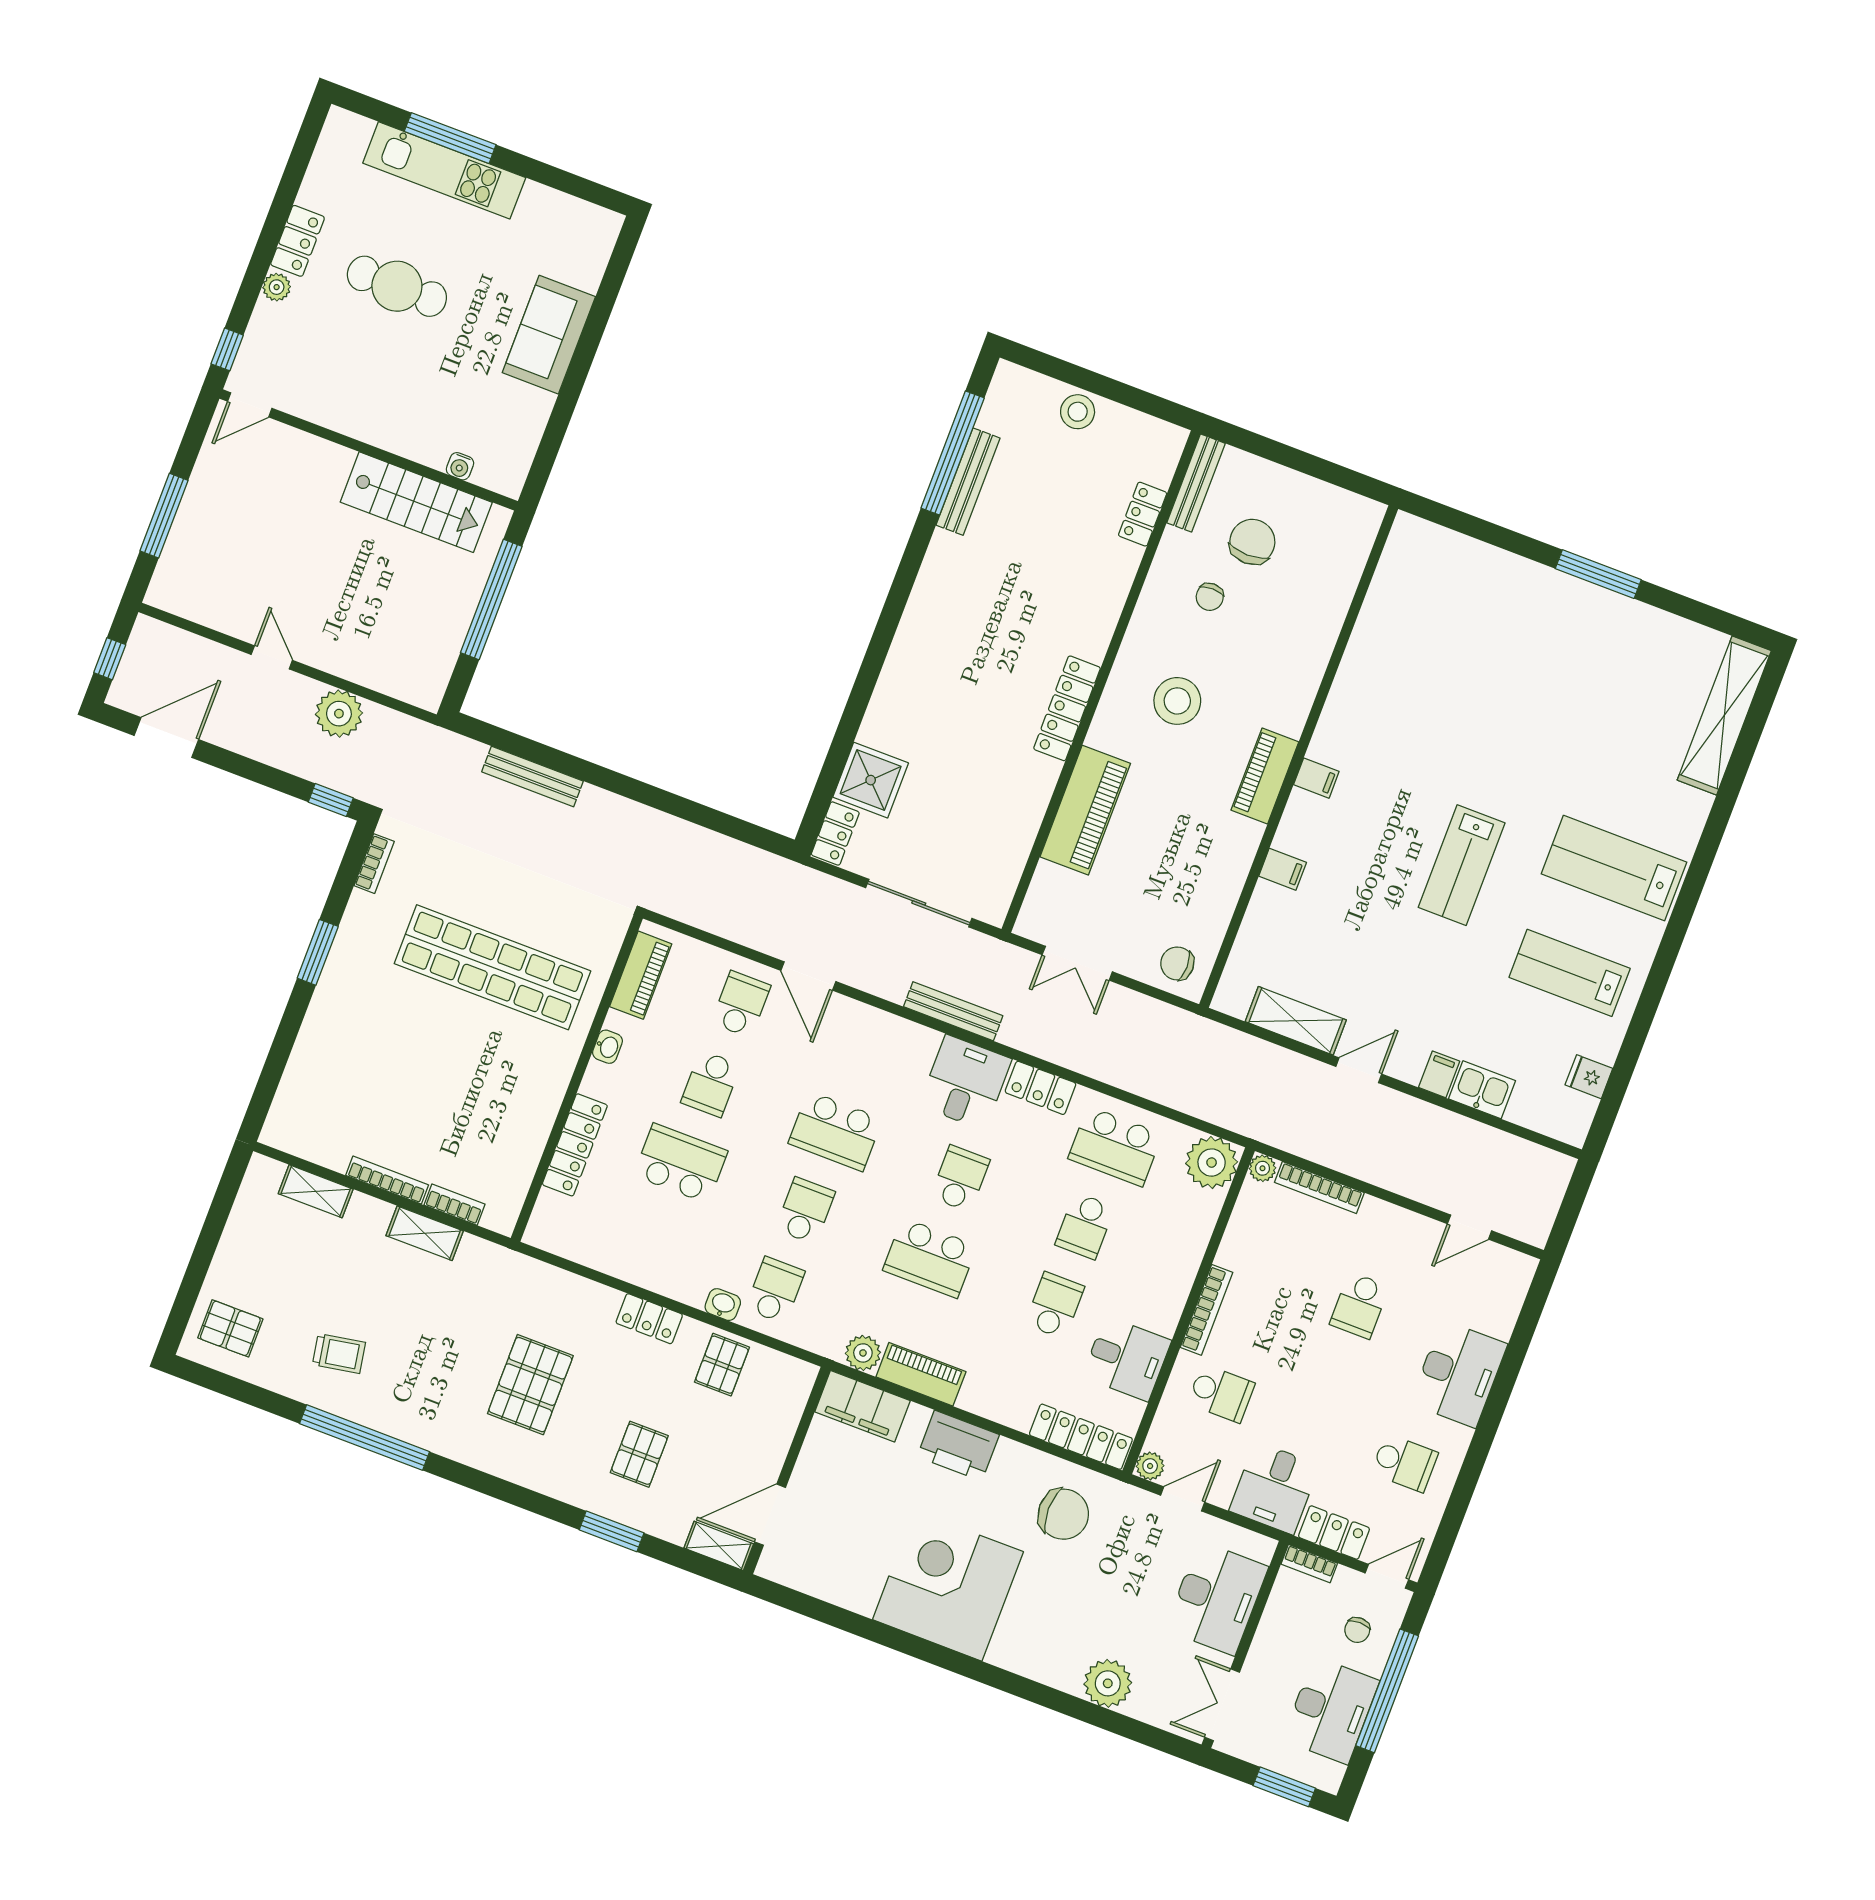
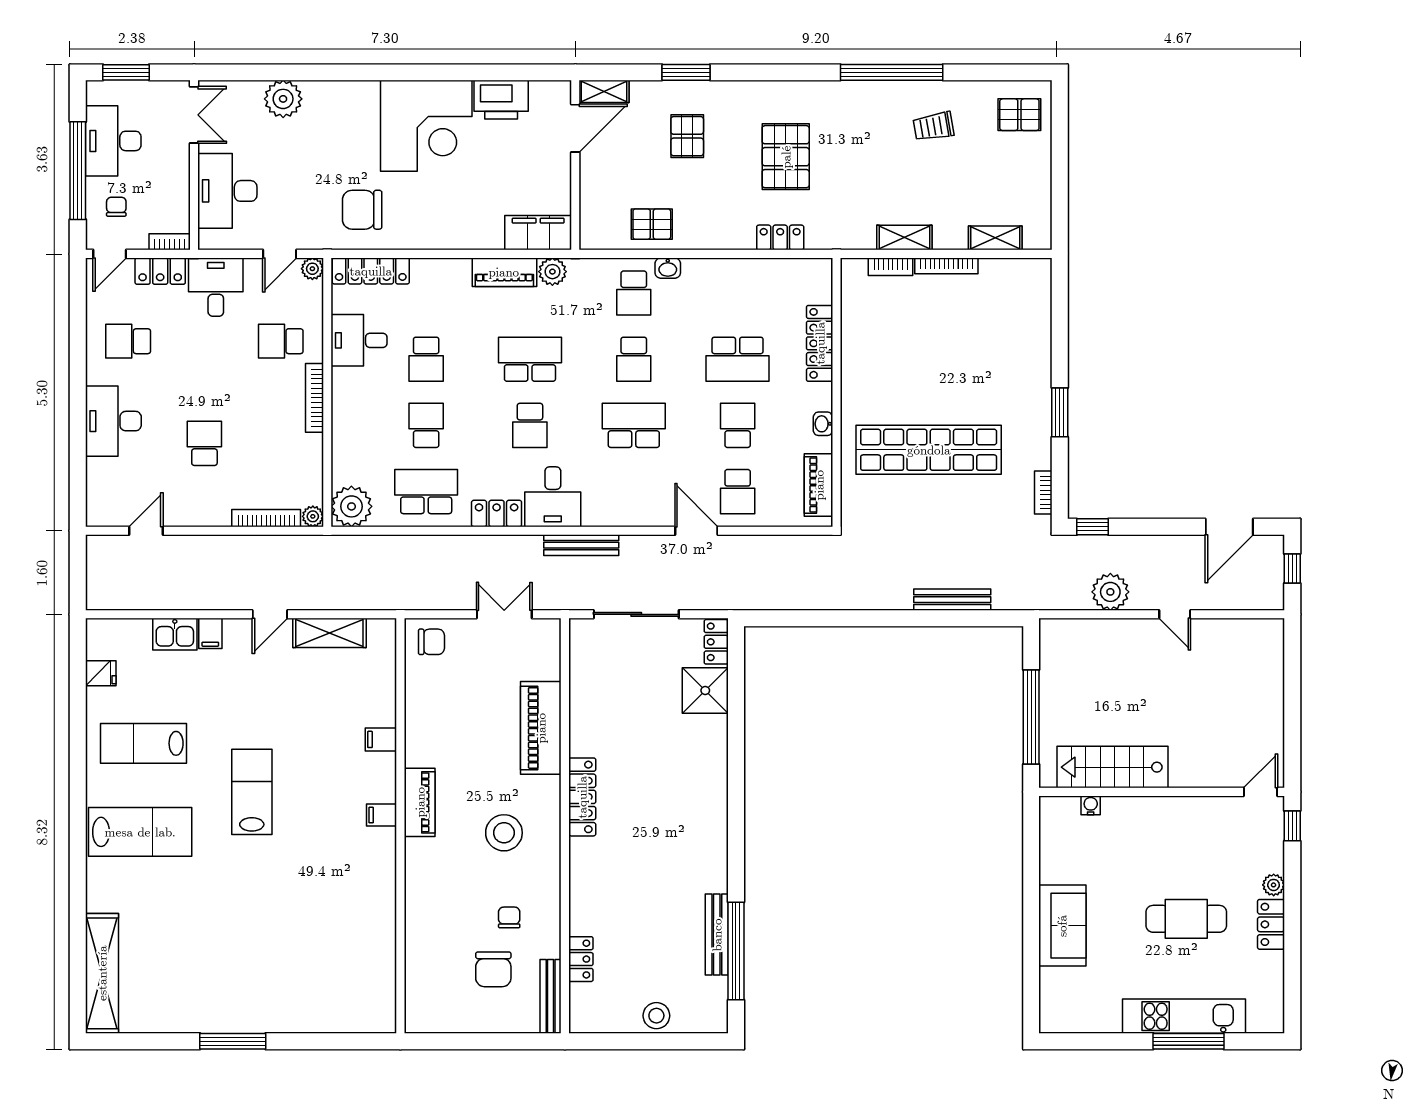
window: (164, 516) -> (1292, 688), removed
lab bench: (1570, 973) -> (143, 743), turned 180
locker: (649, 1319) -> (780, 237), moved
pallet: (722, 1365) -> (652, 224), turned 90
printer: (958, 1446) -> (501, 100), moved, turned 180

